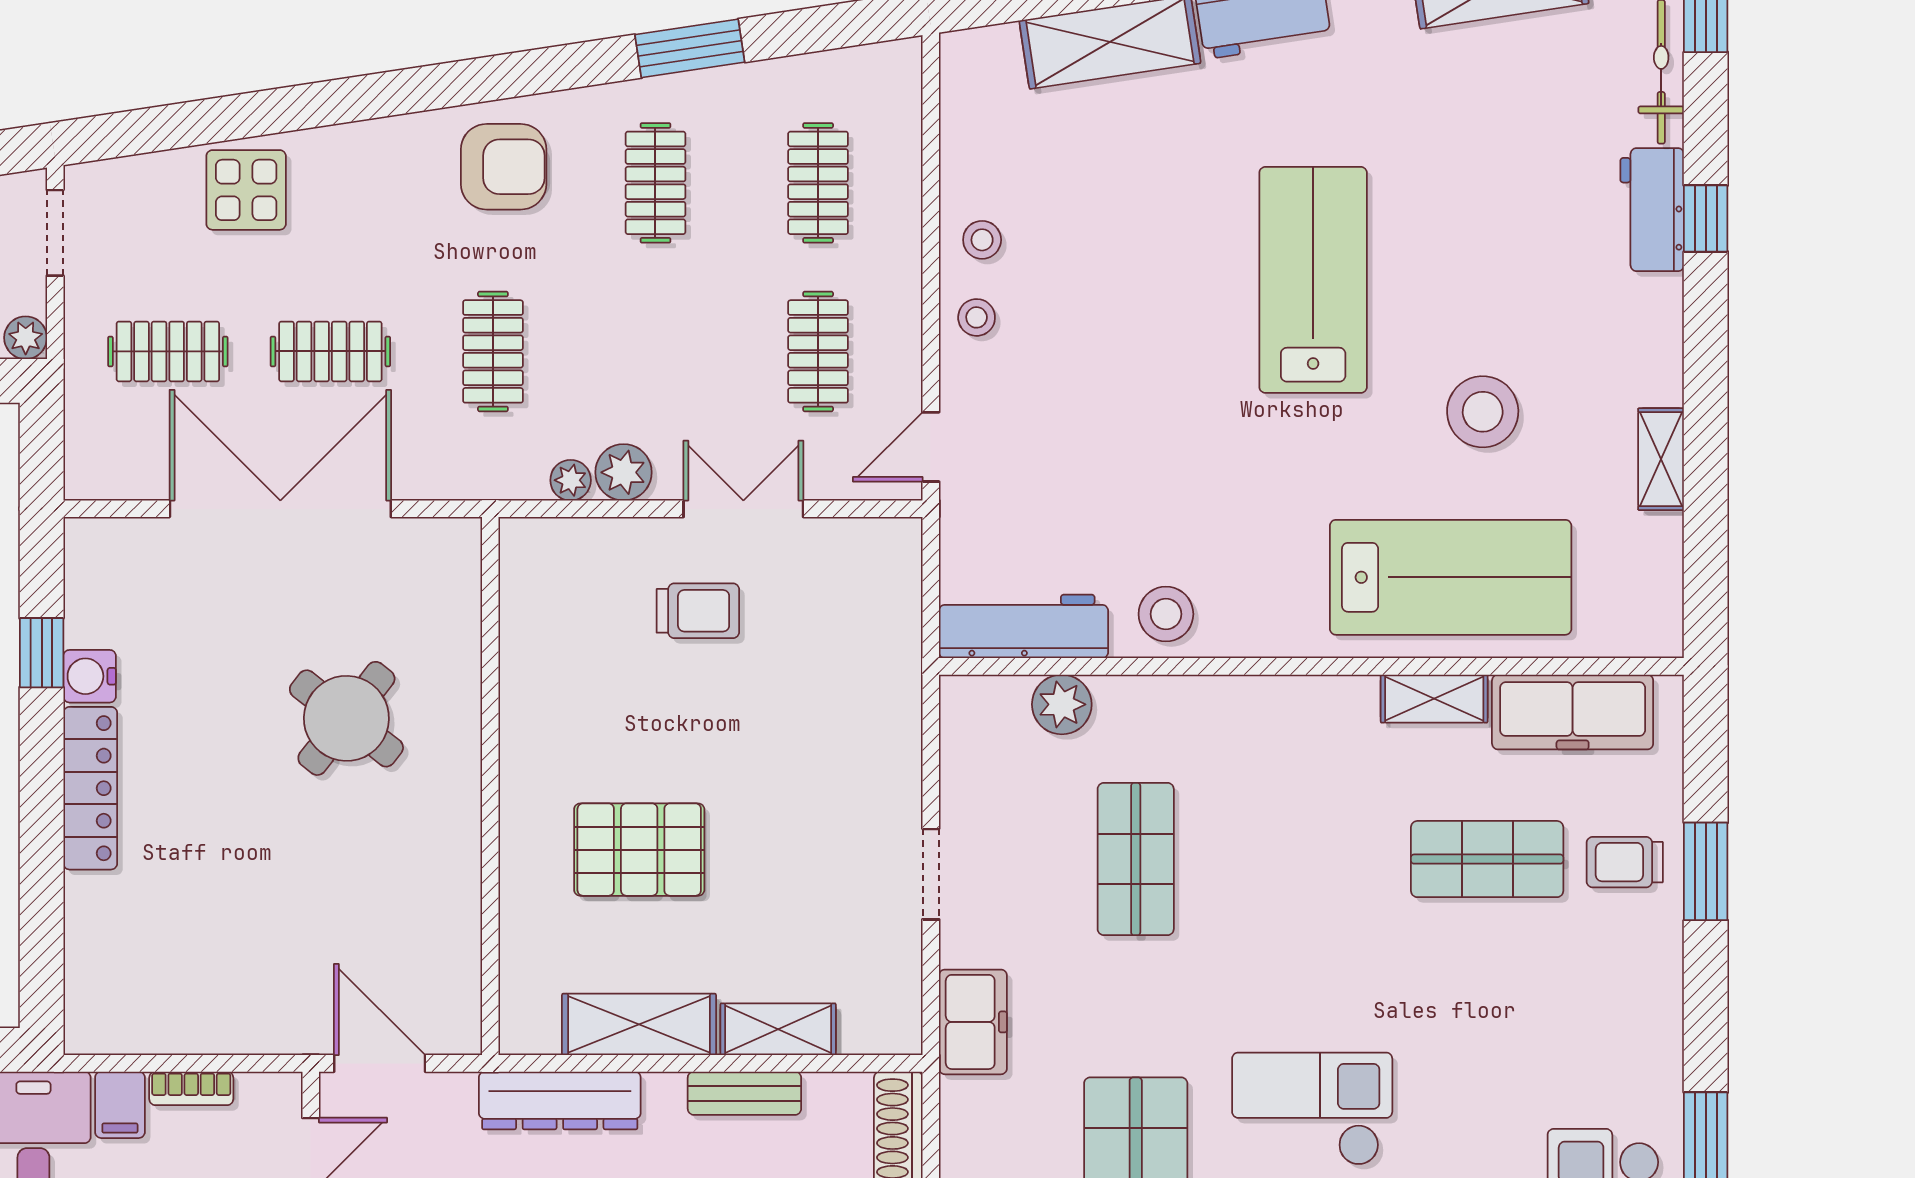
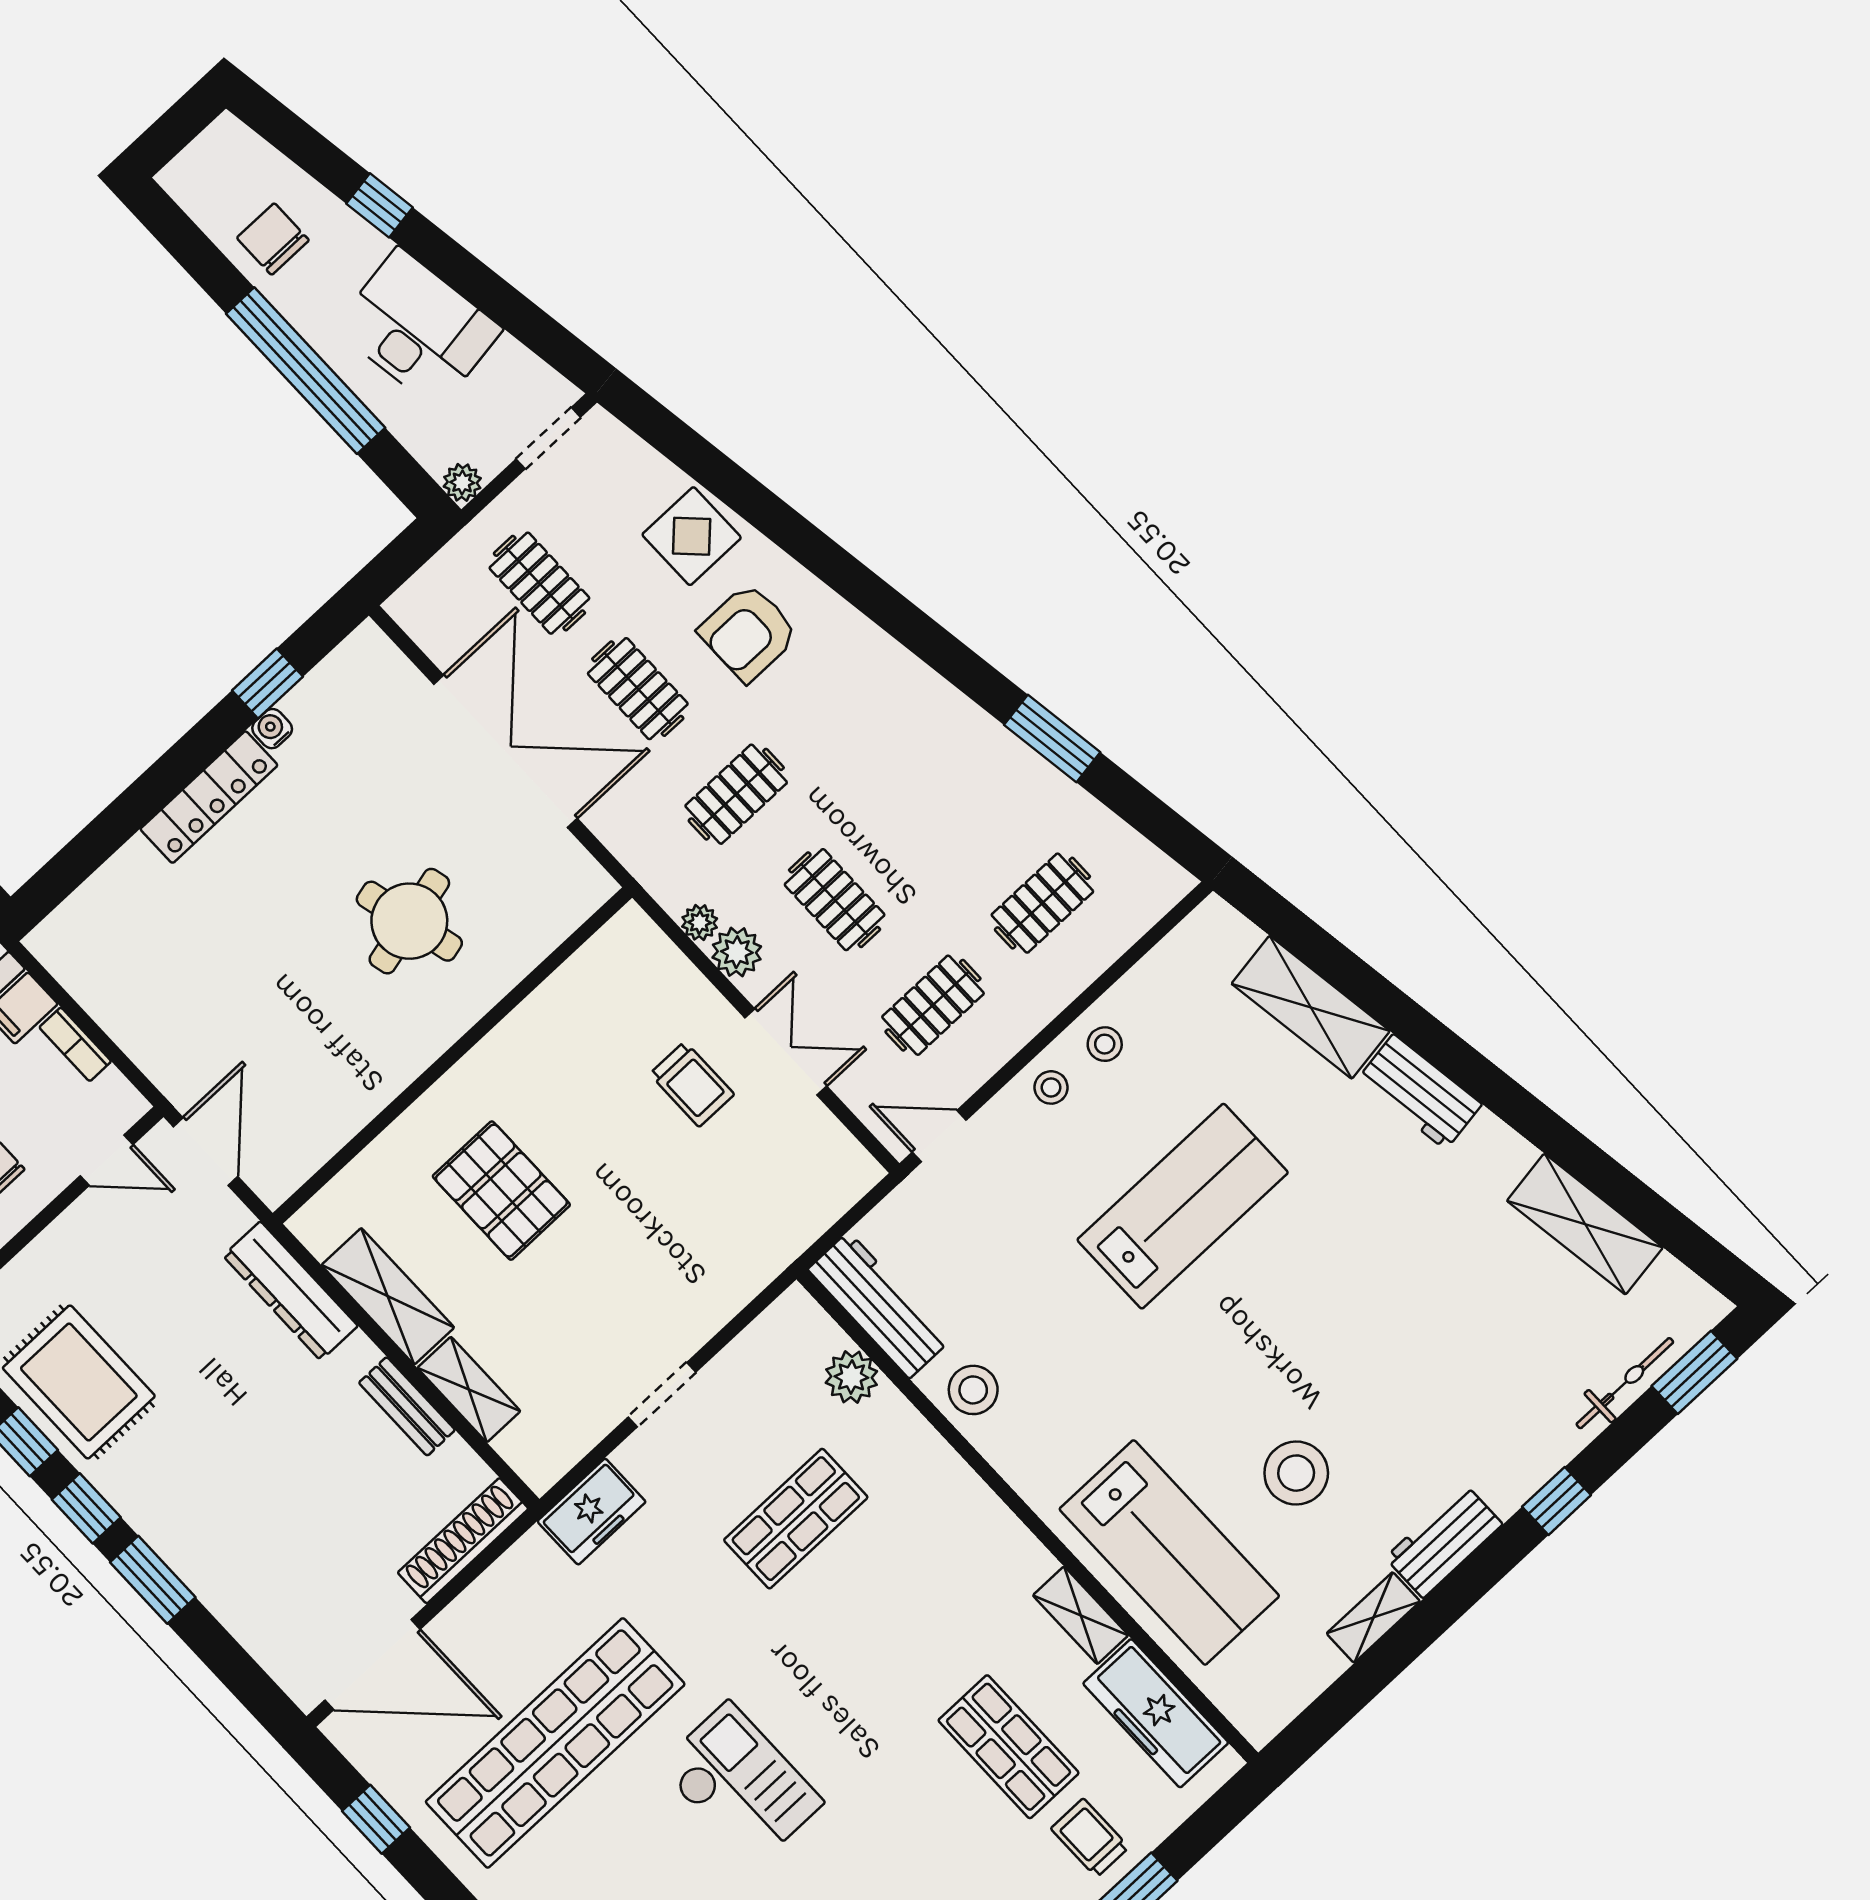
armchair: (504, 167) -> (748, 632), moved, turned 90
clothes rail: (655, 183) -> (835, 900), moved, turned 90
workbench: (1652, 210) -> (1444, 1541), moved
lab bench: (1313, 280) -> (1183, 1206), moved
water cooler: (90, 676) -> (272, 729), width x0.72, depth x0.72
round table: (346, 718) -> (409, 921), turned 38

